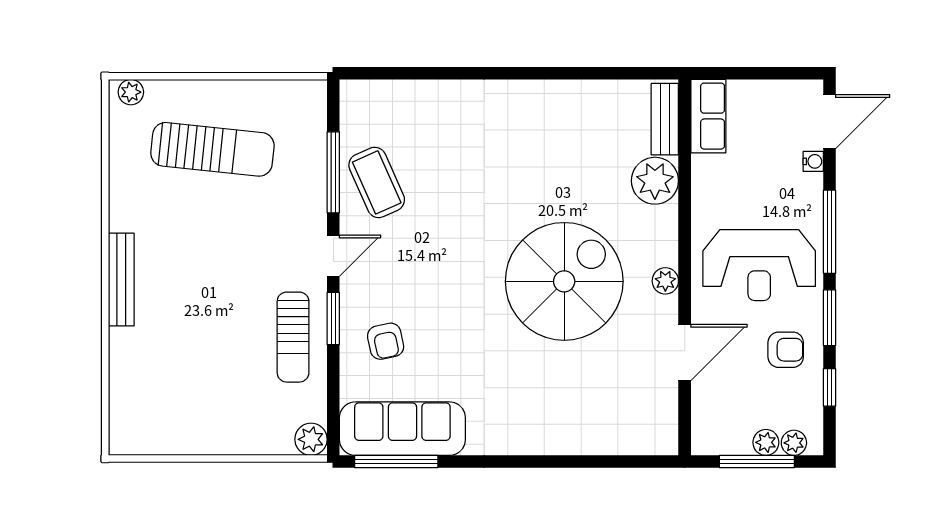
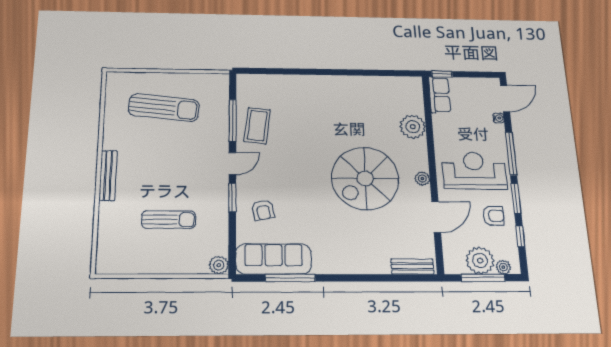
window: (716, 73) -> (442, 74), added
plant: (131, 92) -> (119, 78), removed
bench: (665, 119) -> (412, 267), moved, turned 90
coffee table: (377, 182) -> (257, 126), turned 31
reception desk: (759, 265) -> (474, 171), turned 180
spiral stairs: (564, 281) -> (365, 178), turned 180
sun lounger: (293, 337) -> (169, 220), moved, turned -90
plant: (766, 442) -> (480, 261), width x1.87, depth x1.87
window: (396, 462) -> (290, 278), moved

